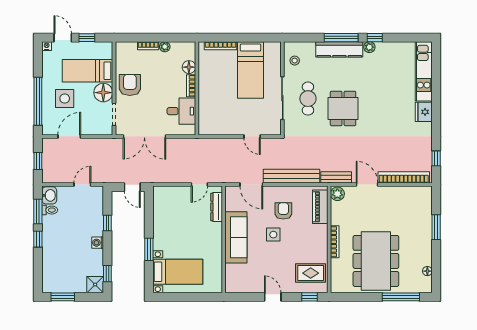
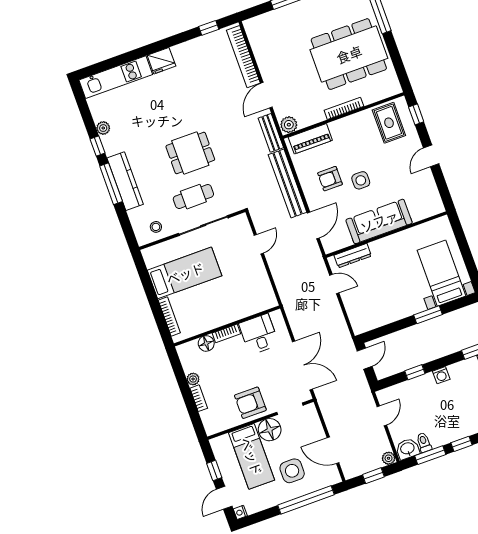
plant: (369, 47) -> (103, 128), moved
plant: (47, 178) -> (389, 458), added
door: (82, 185) -> (382, 416), swing flipped

